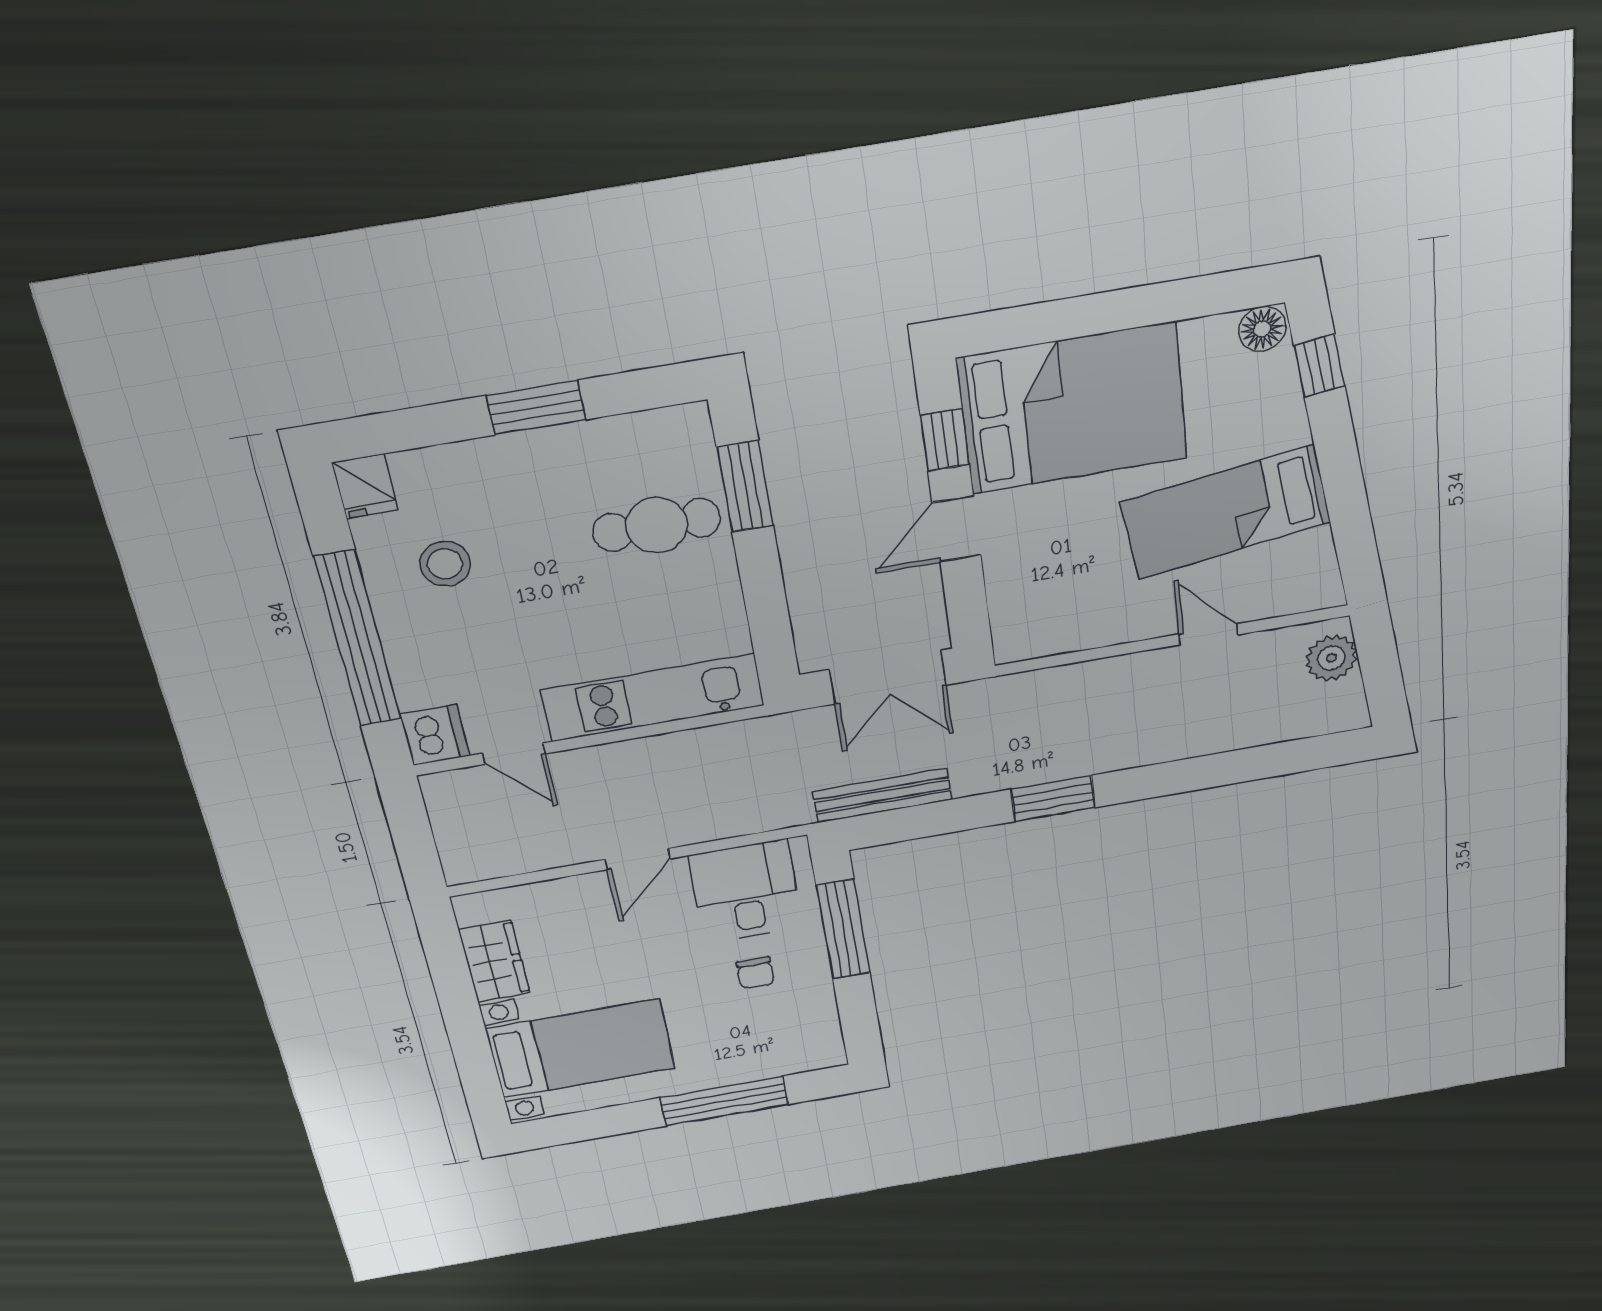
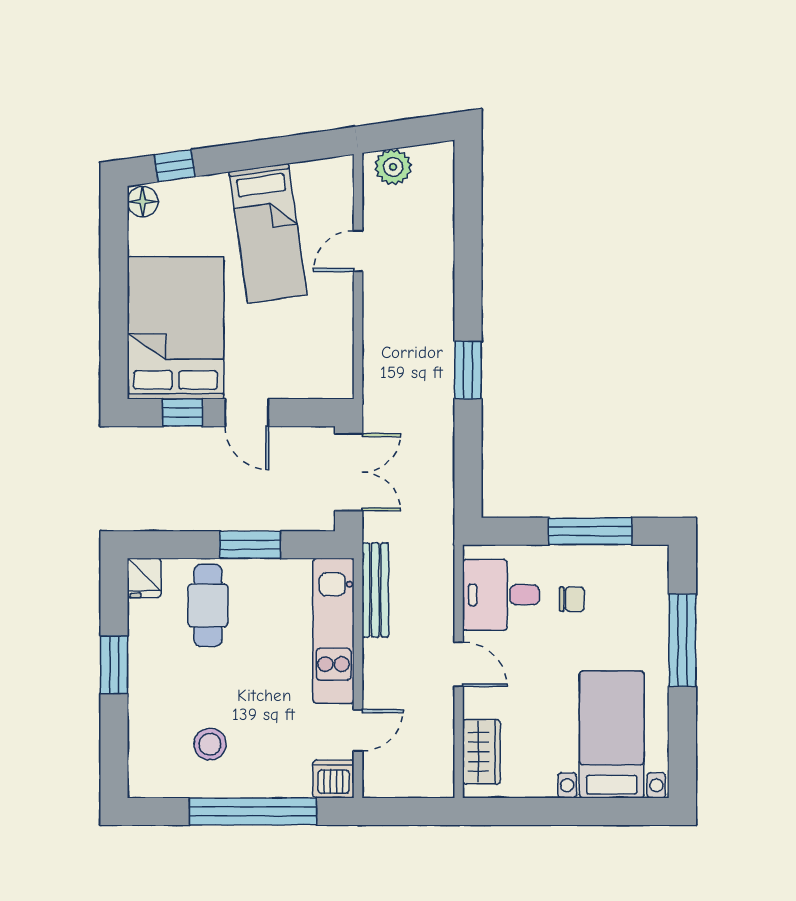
fridge: (365, 486) -> (144, 578), moved, turned 90
window: (745, 486) -> (250, 545), moved
bench: (882, 796) -> (375, 590), moved
window: (843, 929) -> (590, 531), moved
wardrobe: (494, 961) -> (481, 752), moved, turned 90

